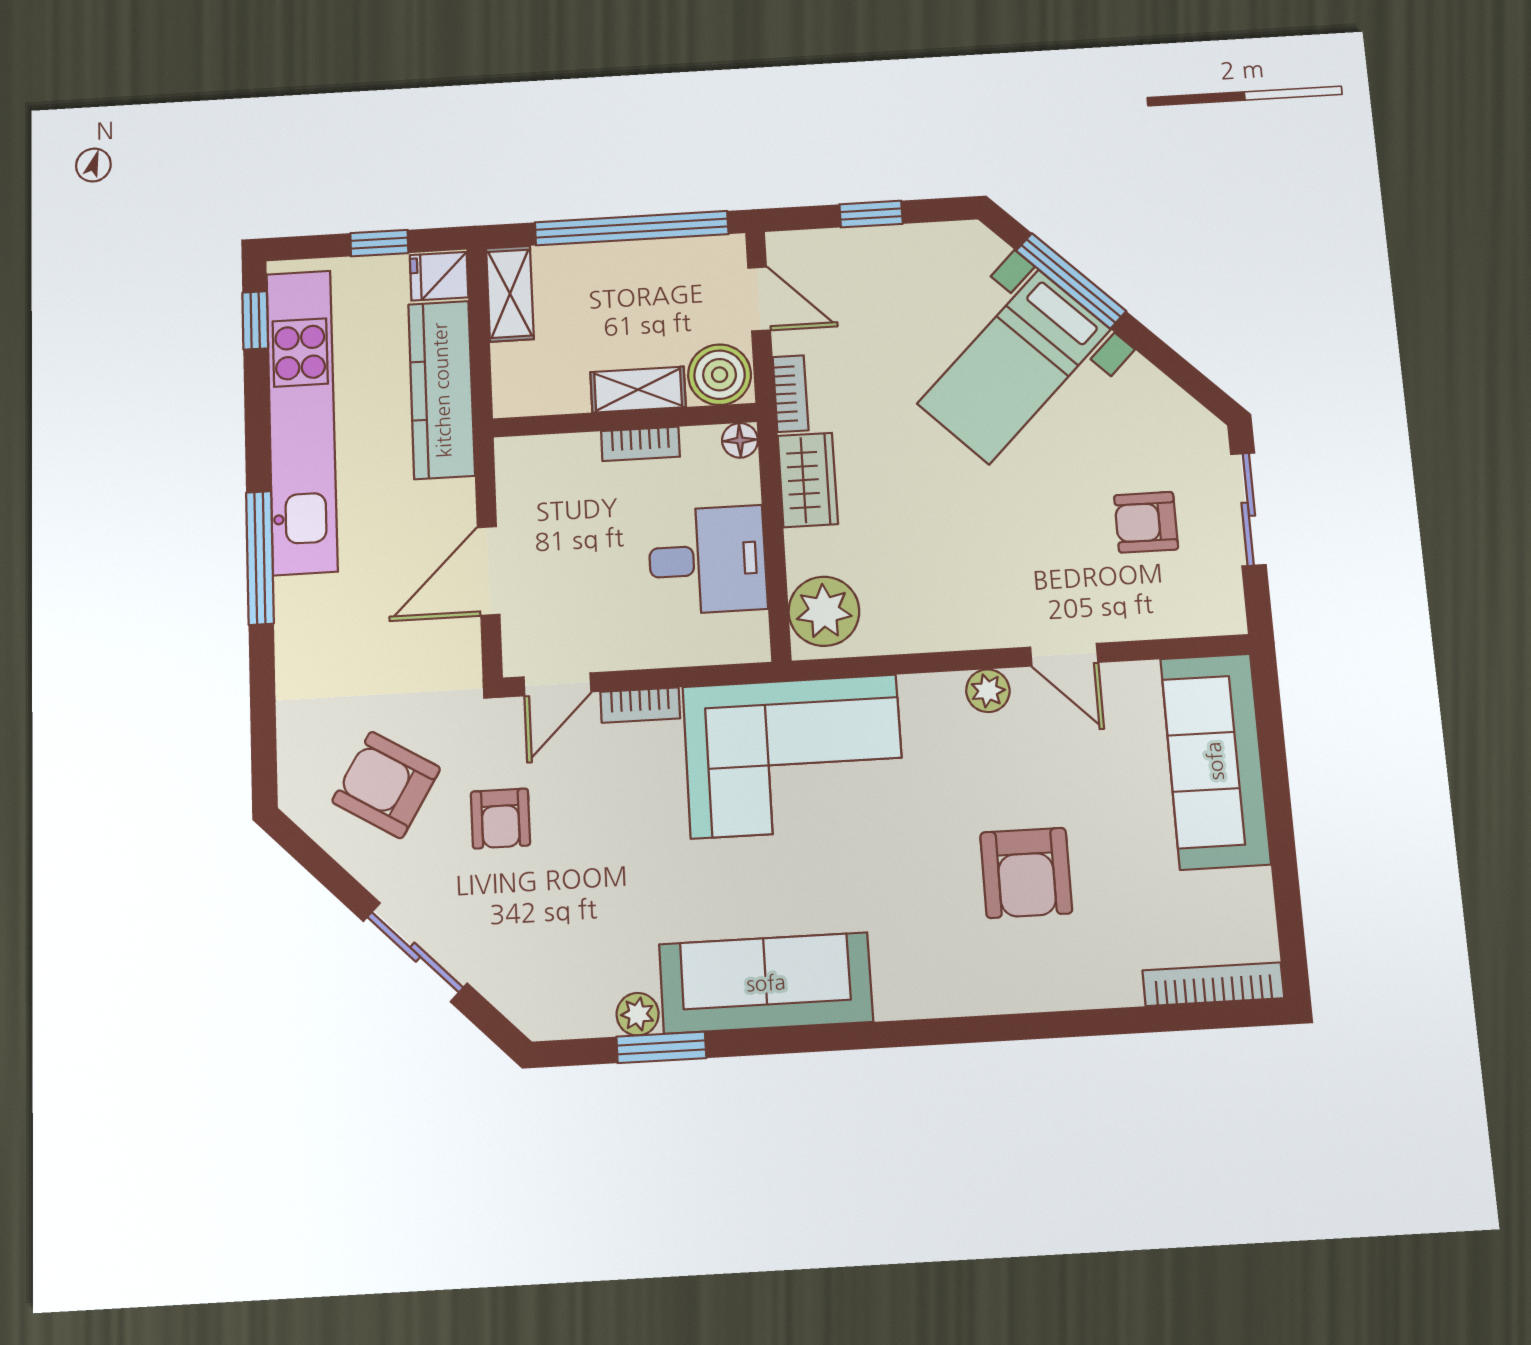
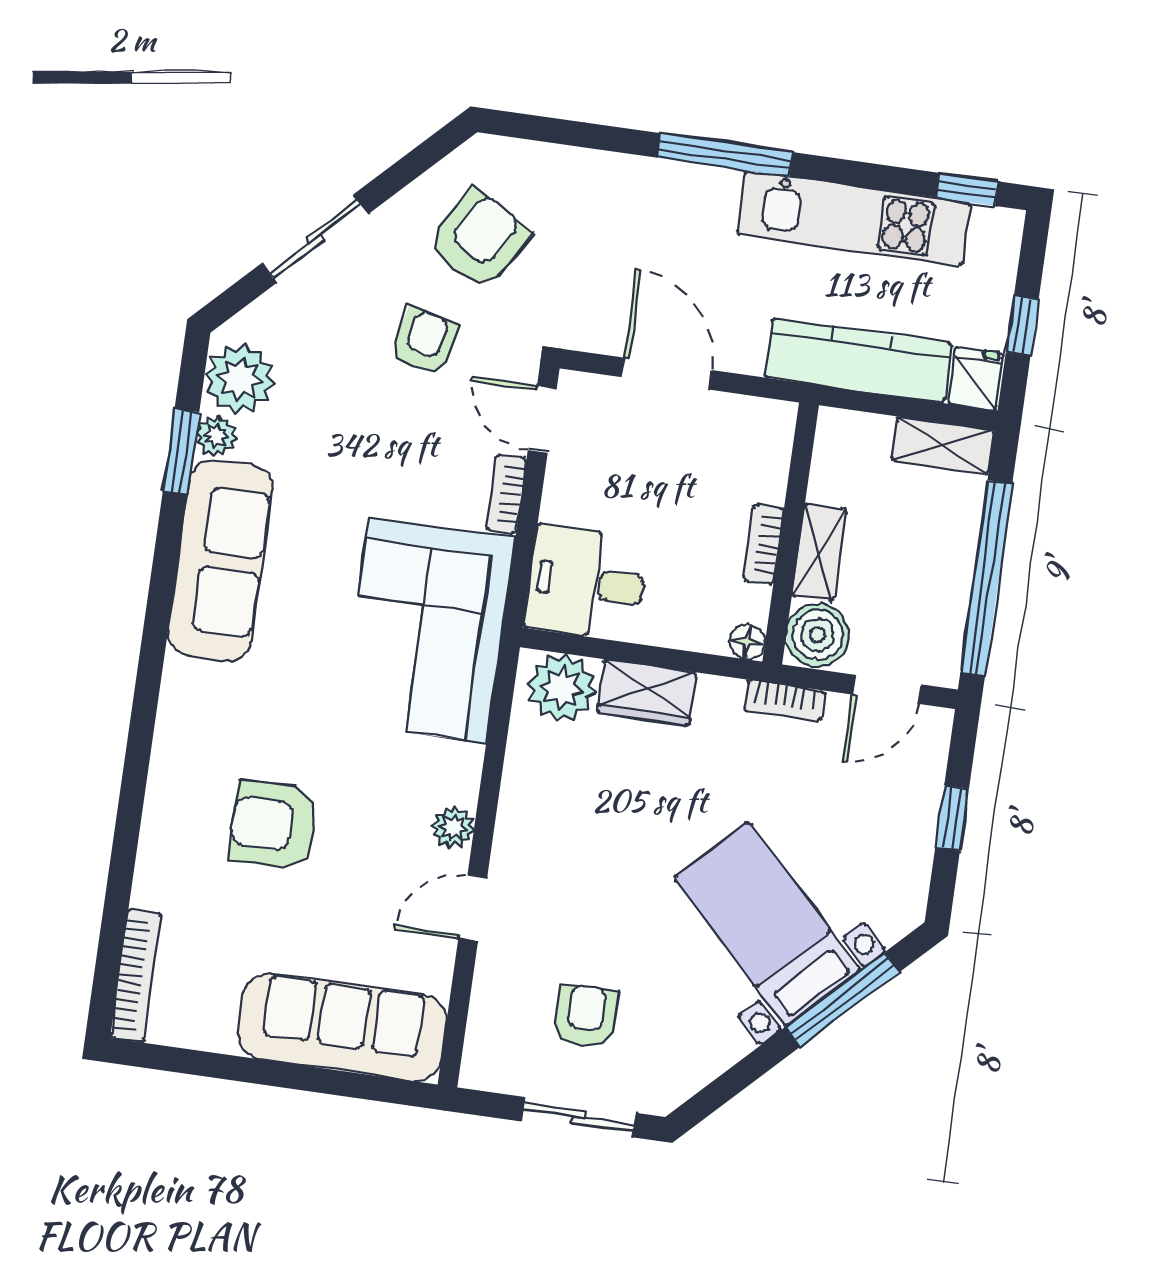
kitchen unit: (302, 421) -> (854, 218), width x0.73
wardrobe: (808, 480) -> (647, 692), moved
desk: (707, 560) -> (586, 583), moved, turned 90
armchair: (500, 818) -> (425, 341), turned 104
plant: (574, 1001) -> (240, 379), added

